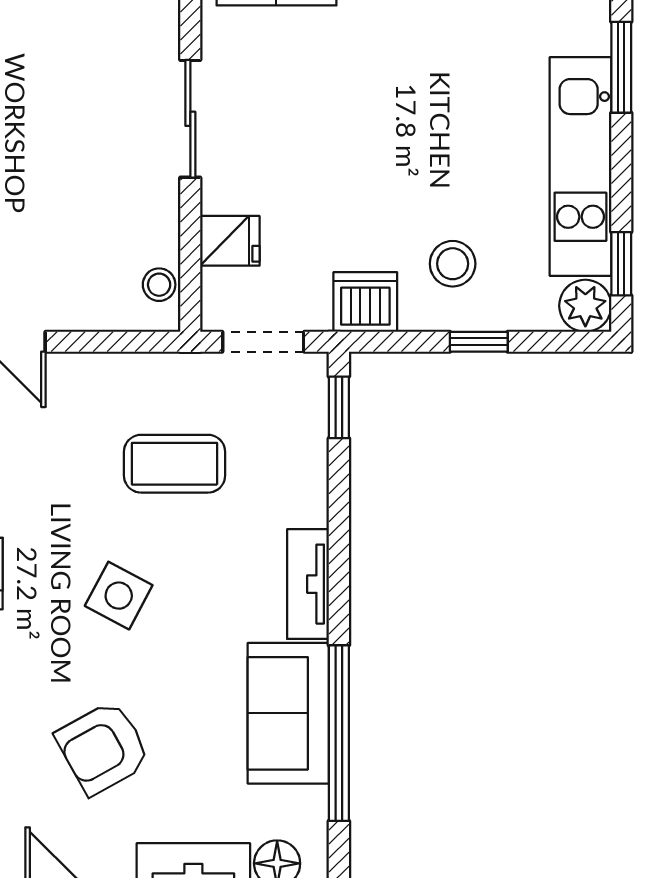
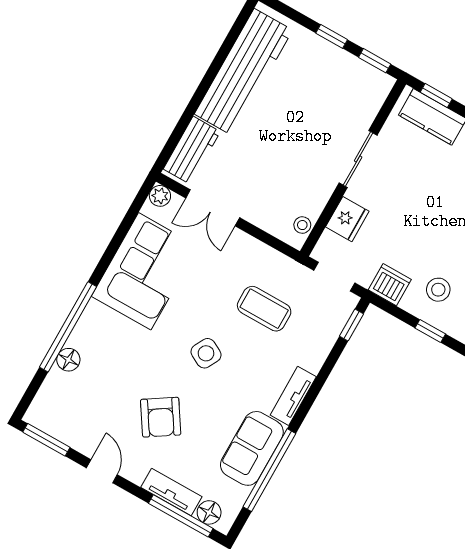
fridge: (230, 241) -> (347, 219), width x1.38
armchair: (103, 748) -> (161, 417), turned -94

